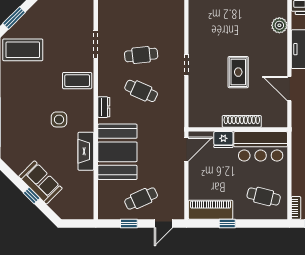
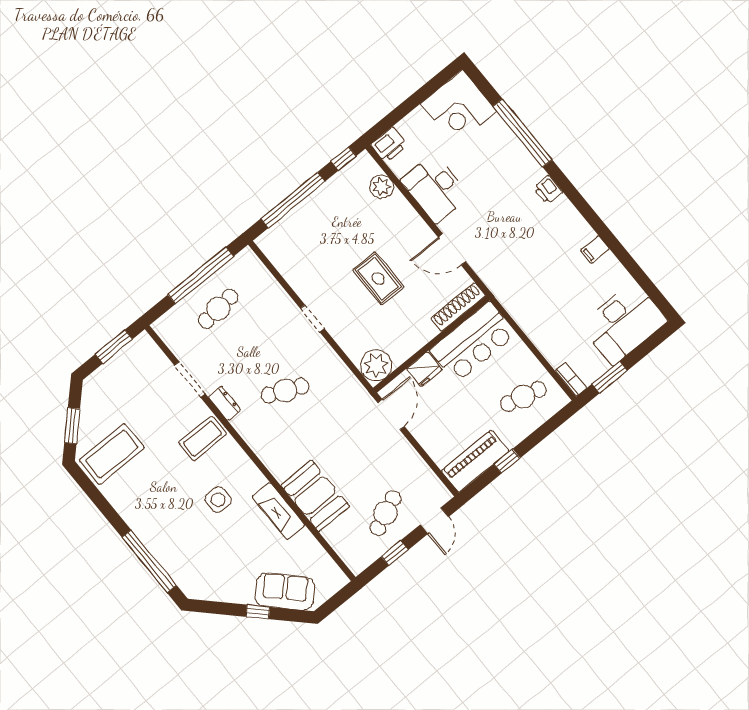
cafe table: (141, 55) -> (218, 309), moved
dresser: (104, 107) -> (225, 403), moved
plant: (200, 117) -> (376, 365), added
shoe rack: (242, 121) -> (458, 307), moved
booth: (117, 152) -> (315, 496), width x0.73, depth x0.70
sofa: (40, 182) -> (285, 592), moved

